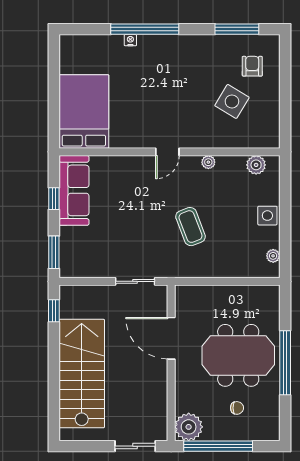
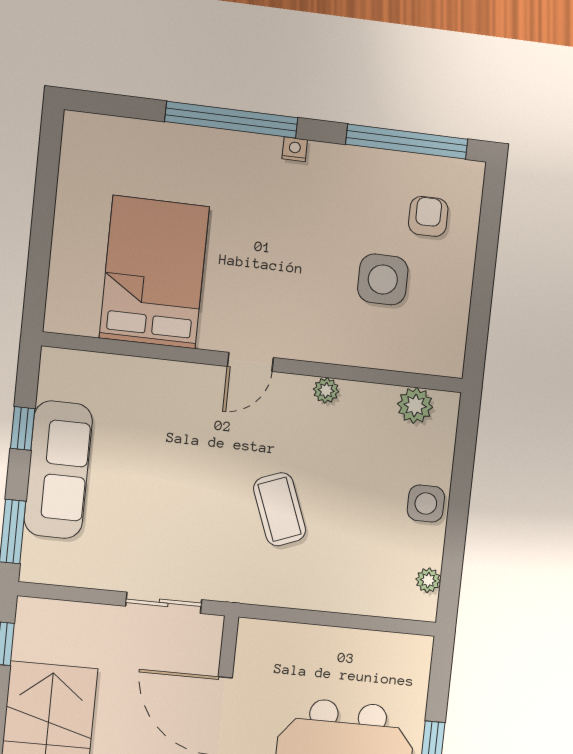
window: (237, 29) -> (407, 142), width x1.46
nightstand: (130, 40) -> (295, 149), moved
side table: (232, 101) -> (383, 279), turned -31
bed: (84, 111) -> (154, 272), moved
sofa: (74, 190) -> (58, 470), moved

